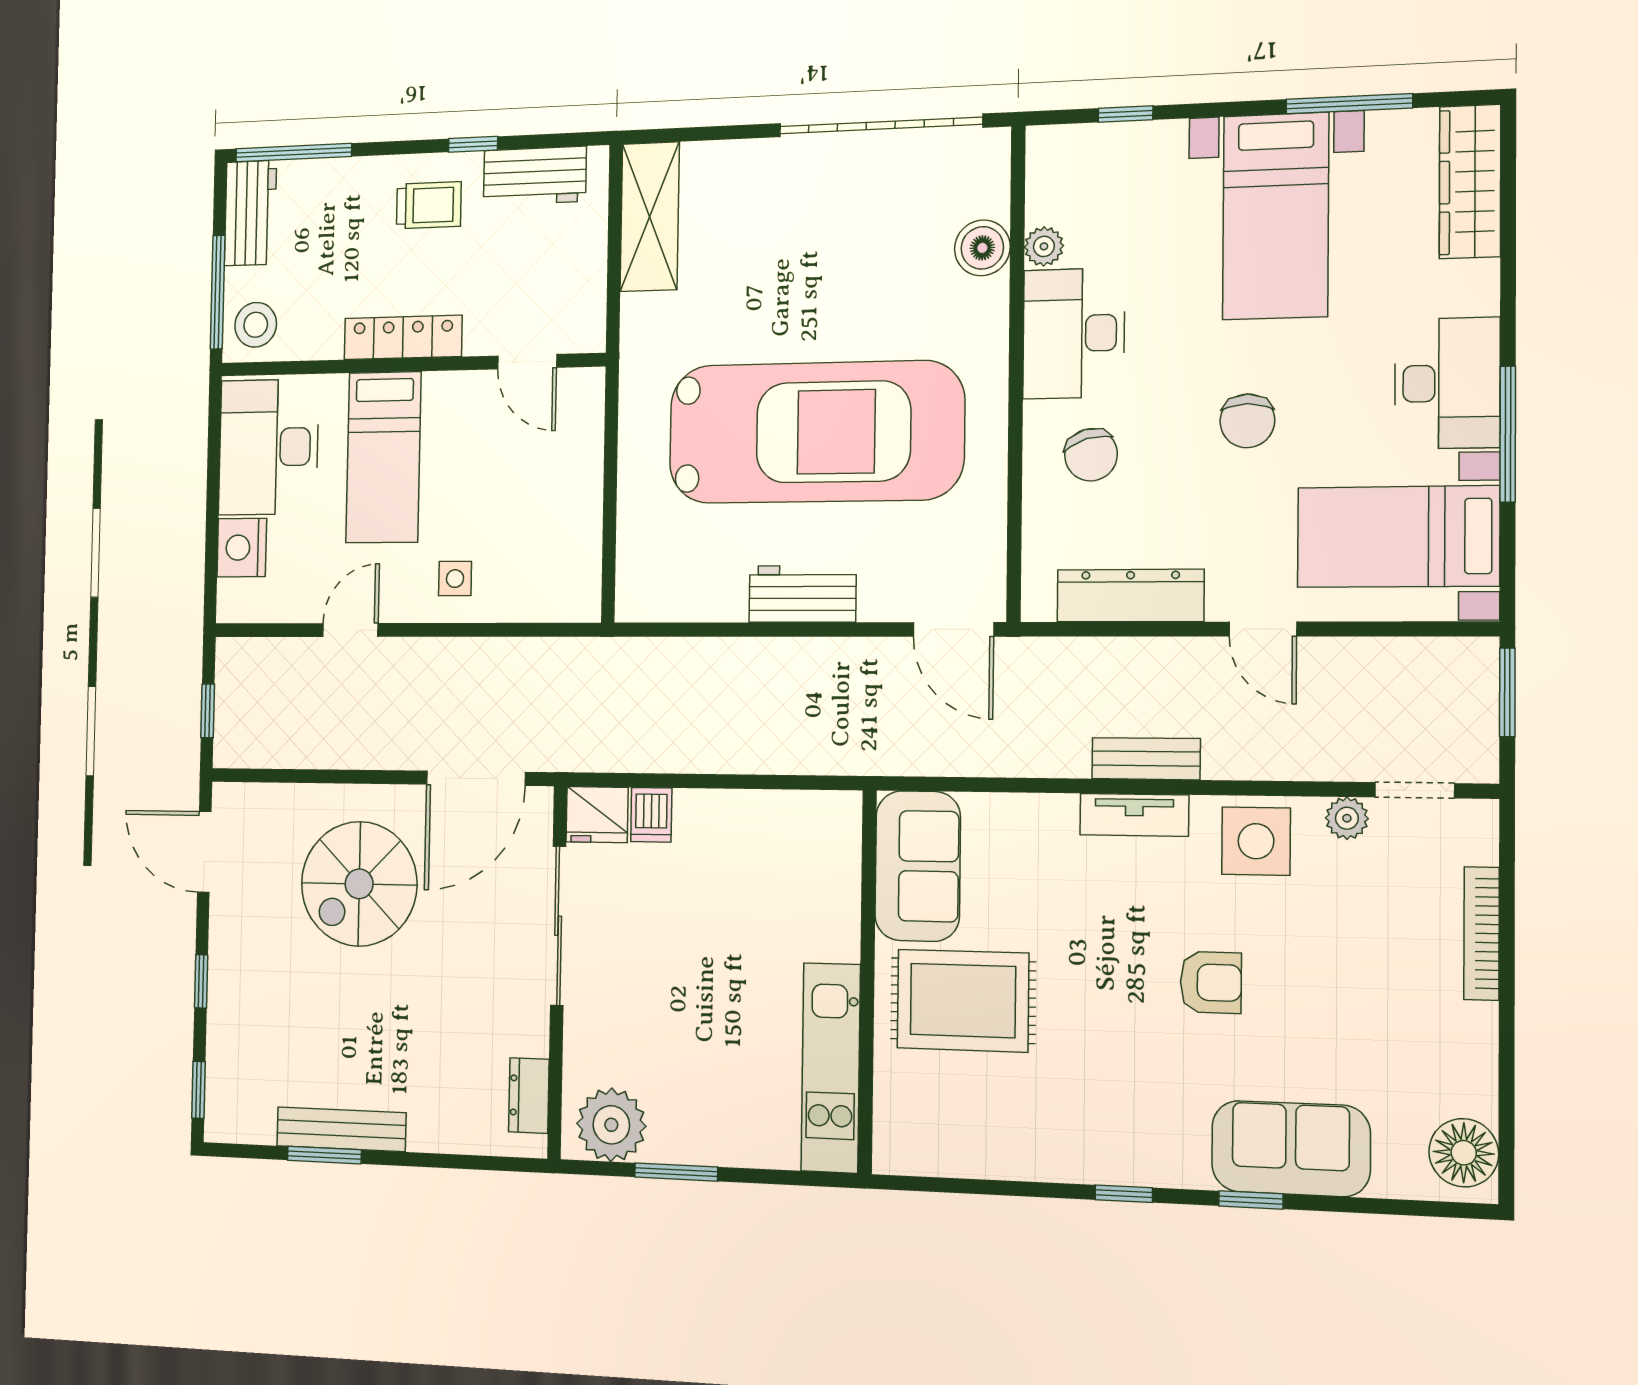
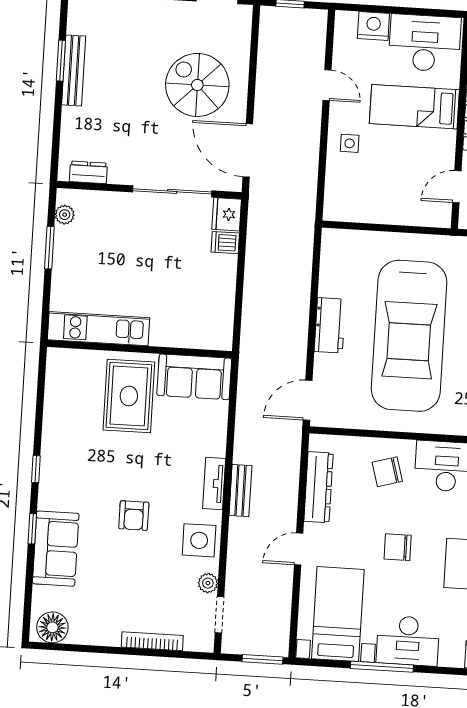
plant: (611, 1125) -> (65, 215), width x0.53, depth x0.53

